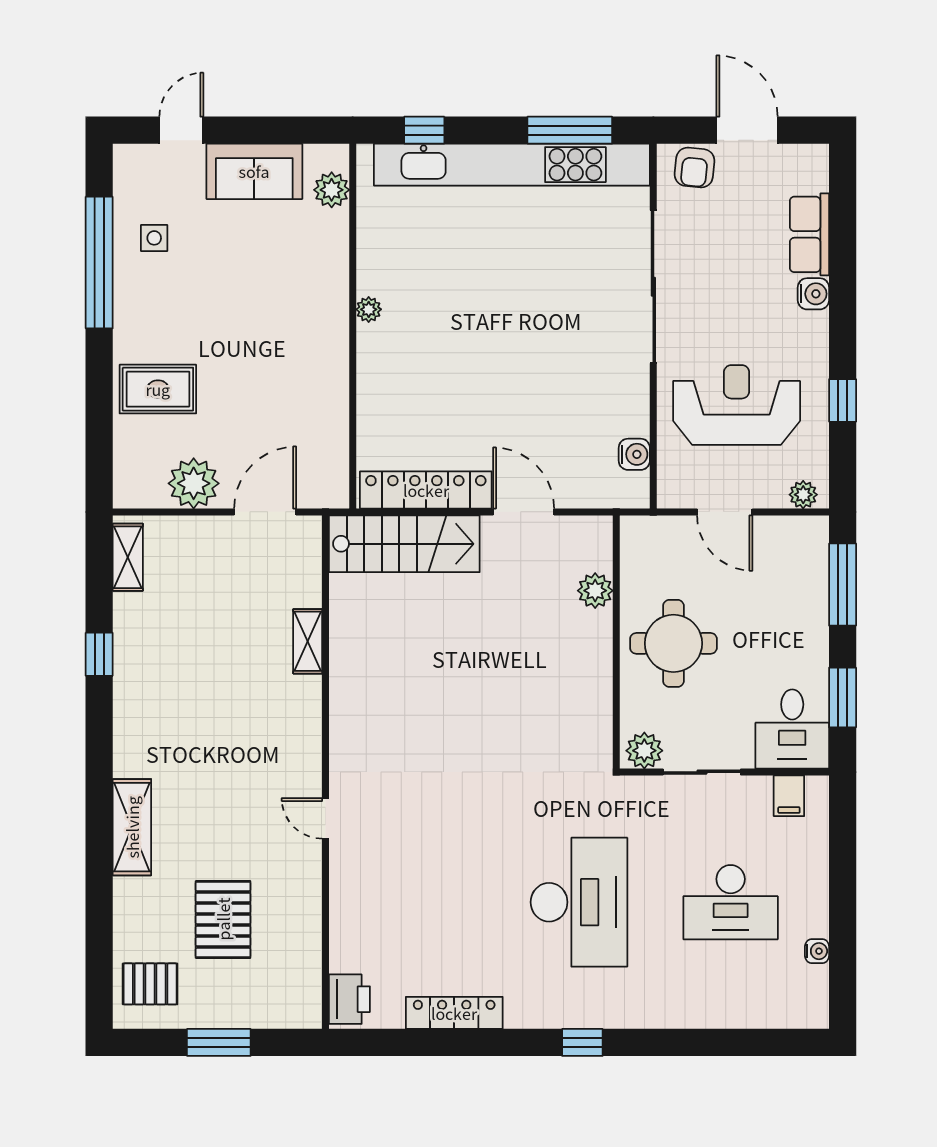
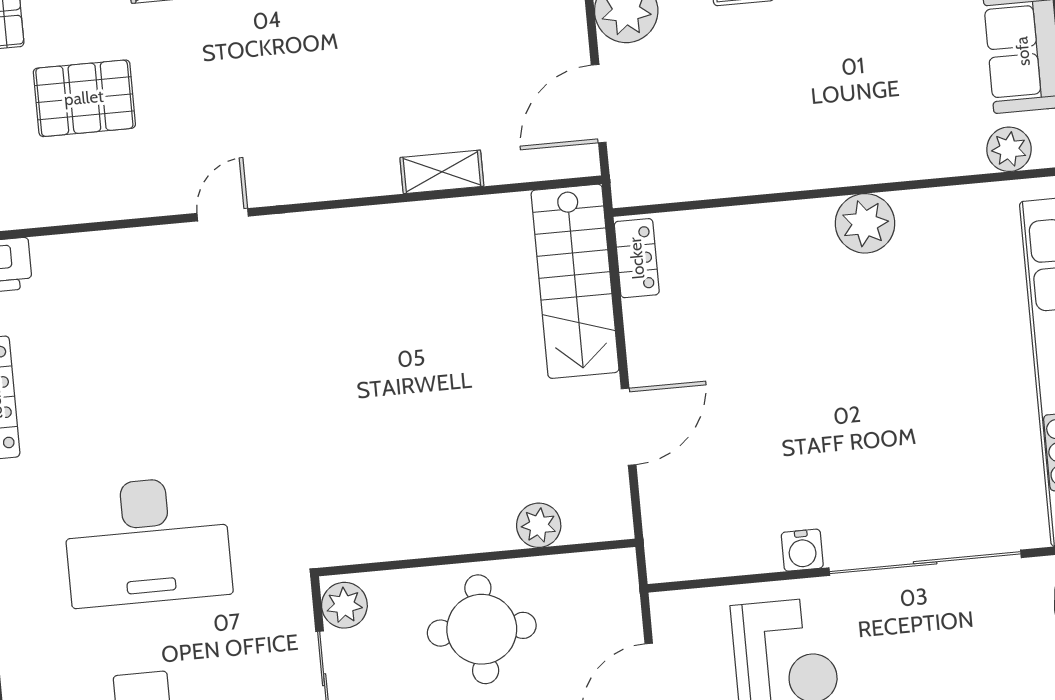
plant: (369, 309) -> (865, 223), width x1.87, depth x1.87
water cooler: (634, 454) -> (802, 550), moved
locker: (426, 490) -> (637, 258), width x0.46, depth x0.83
door: (265, 512) -> (599, 104), swing flipped

